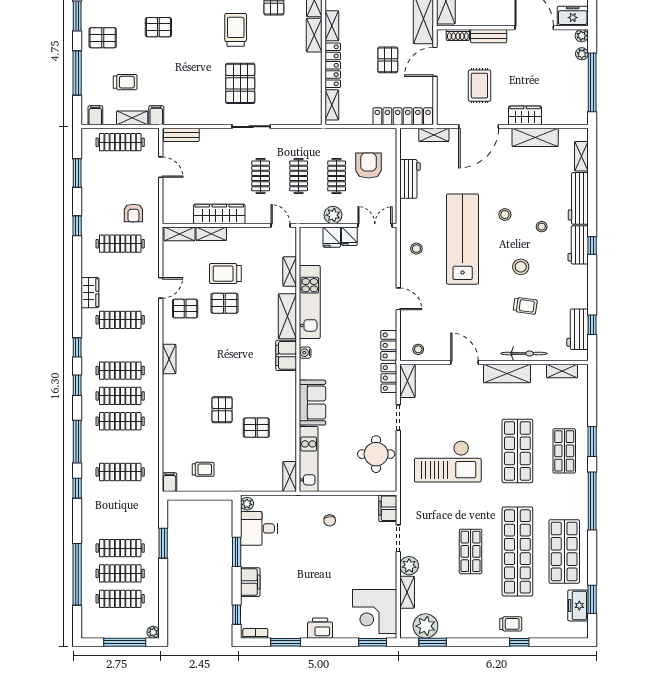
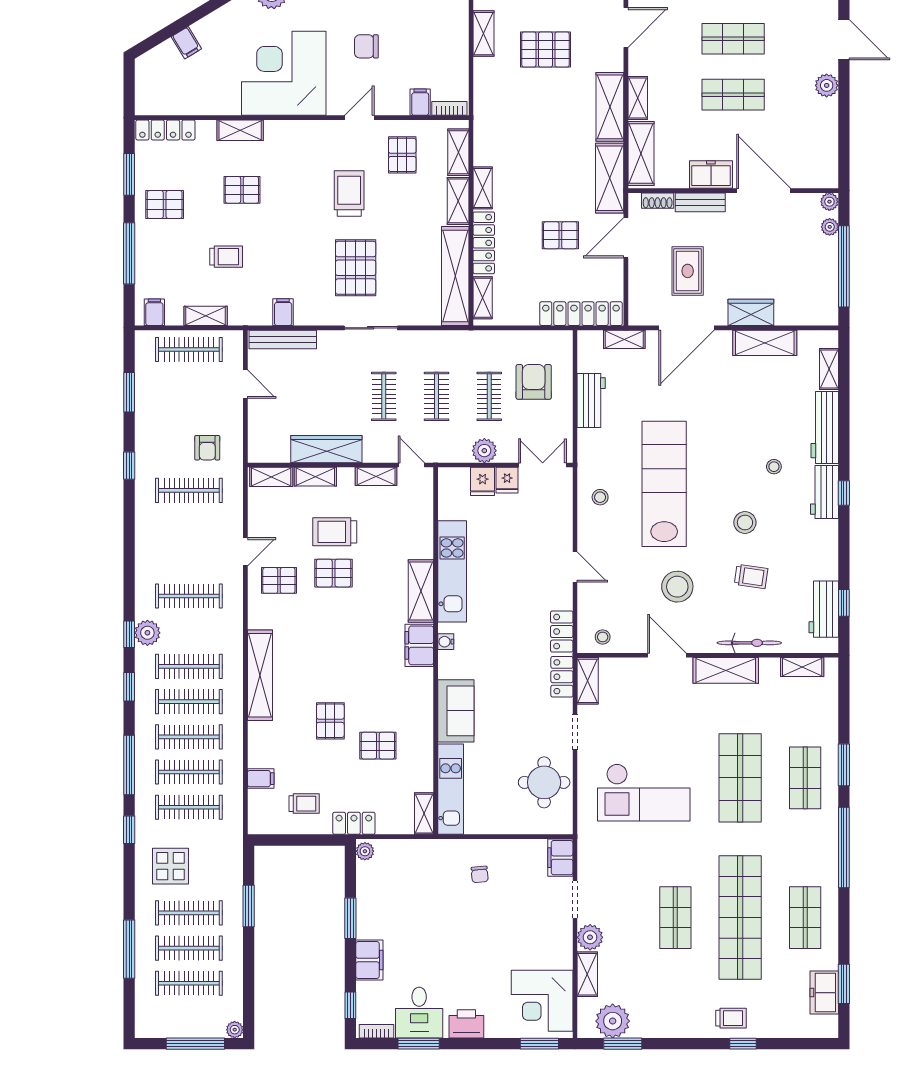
freezer: (573, 16) -> (711, 175), moved
pallet: (388, 60) -> (560, 235), turned 90
trolley: (125, 82) -> (226, 257), moved
shelving: (312, 89) -> (455, 276), added
filing cabinet: (156, 115) -> (283, 312), moved
bench: (181, 135) -> (283, 339), width x1.36
stool: (505, 215) -> (677, 587), moved, width x1.89, depth x1.89
shelving: (290, 271) -> (376, 476), moved, turned 90
wardrobe: (90, 293) -> (147, 558), removed
plant: (90, 346) -> (147, 633), added
shelving: (169, 359) -> (260, 675), width x2.20, depth x1.33
clothes rail: (120, 447) -> (189, 772), added
filing cabinet: (170, 482) -> (261, 779), moved, turned 90
locker: (239, 484) -> (354, 823), added
display table: (107, 514) -> (171, 866), added
desk: (259, 528) -> (419, 1013), moved, turned -90
shop shelf: (564, 551) -> (805, 918), width x0.70, depth x0.74
window: (77, 574) -> (129, 949), width x0.68

